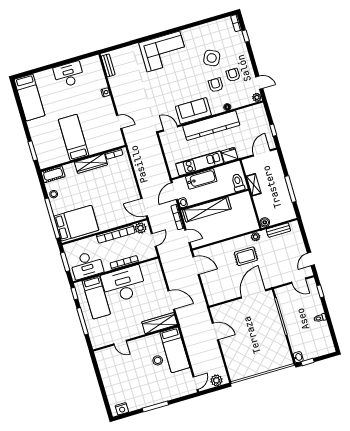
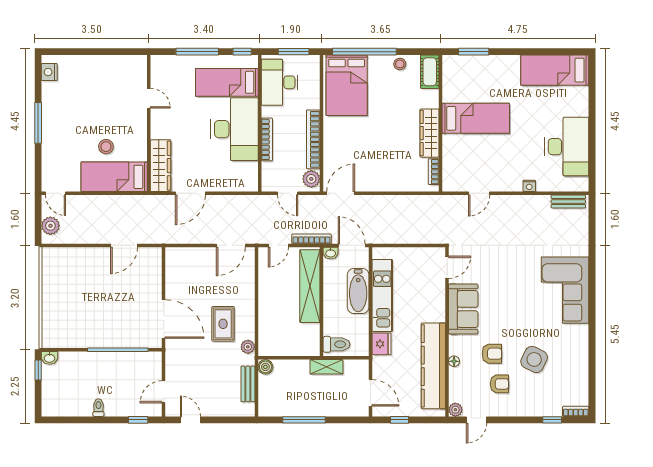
desk: (69, 75) -> (567, 147), width x1.36, depth x1.30
kitchen counter: (211, 126) -> (433, 366), moved
door: (120, 343) -> (149, 98), swing flipped

